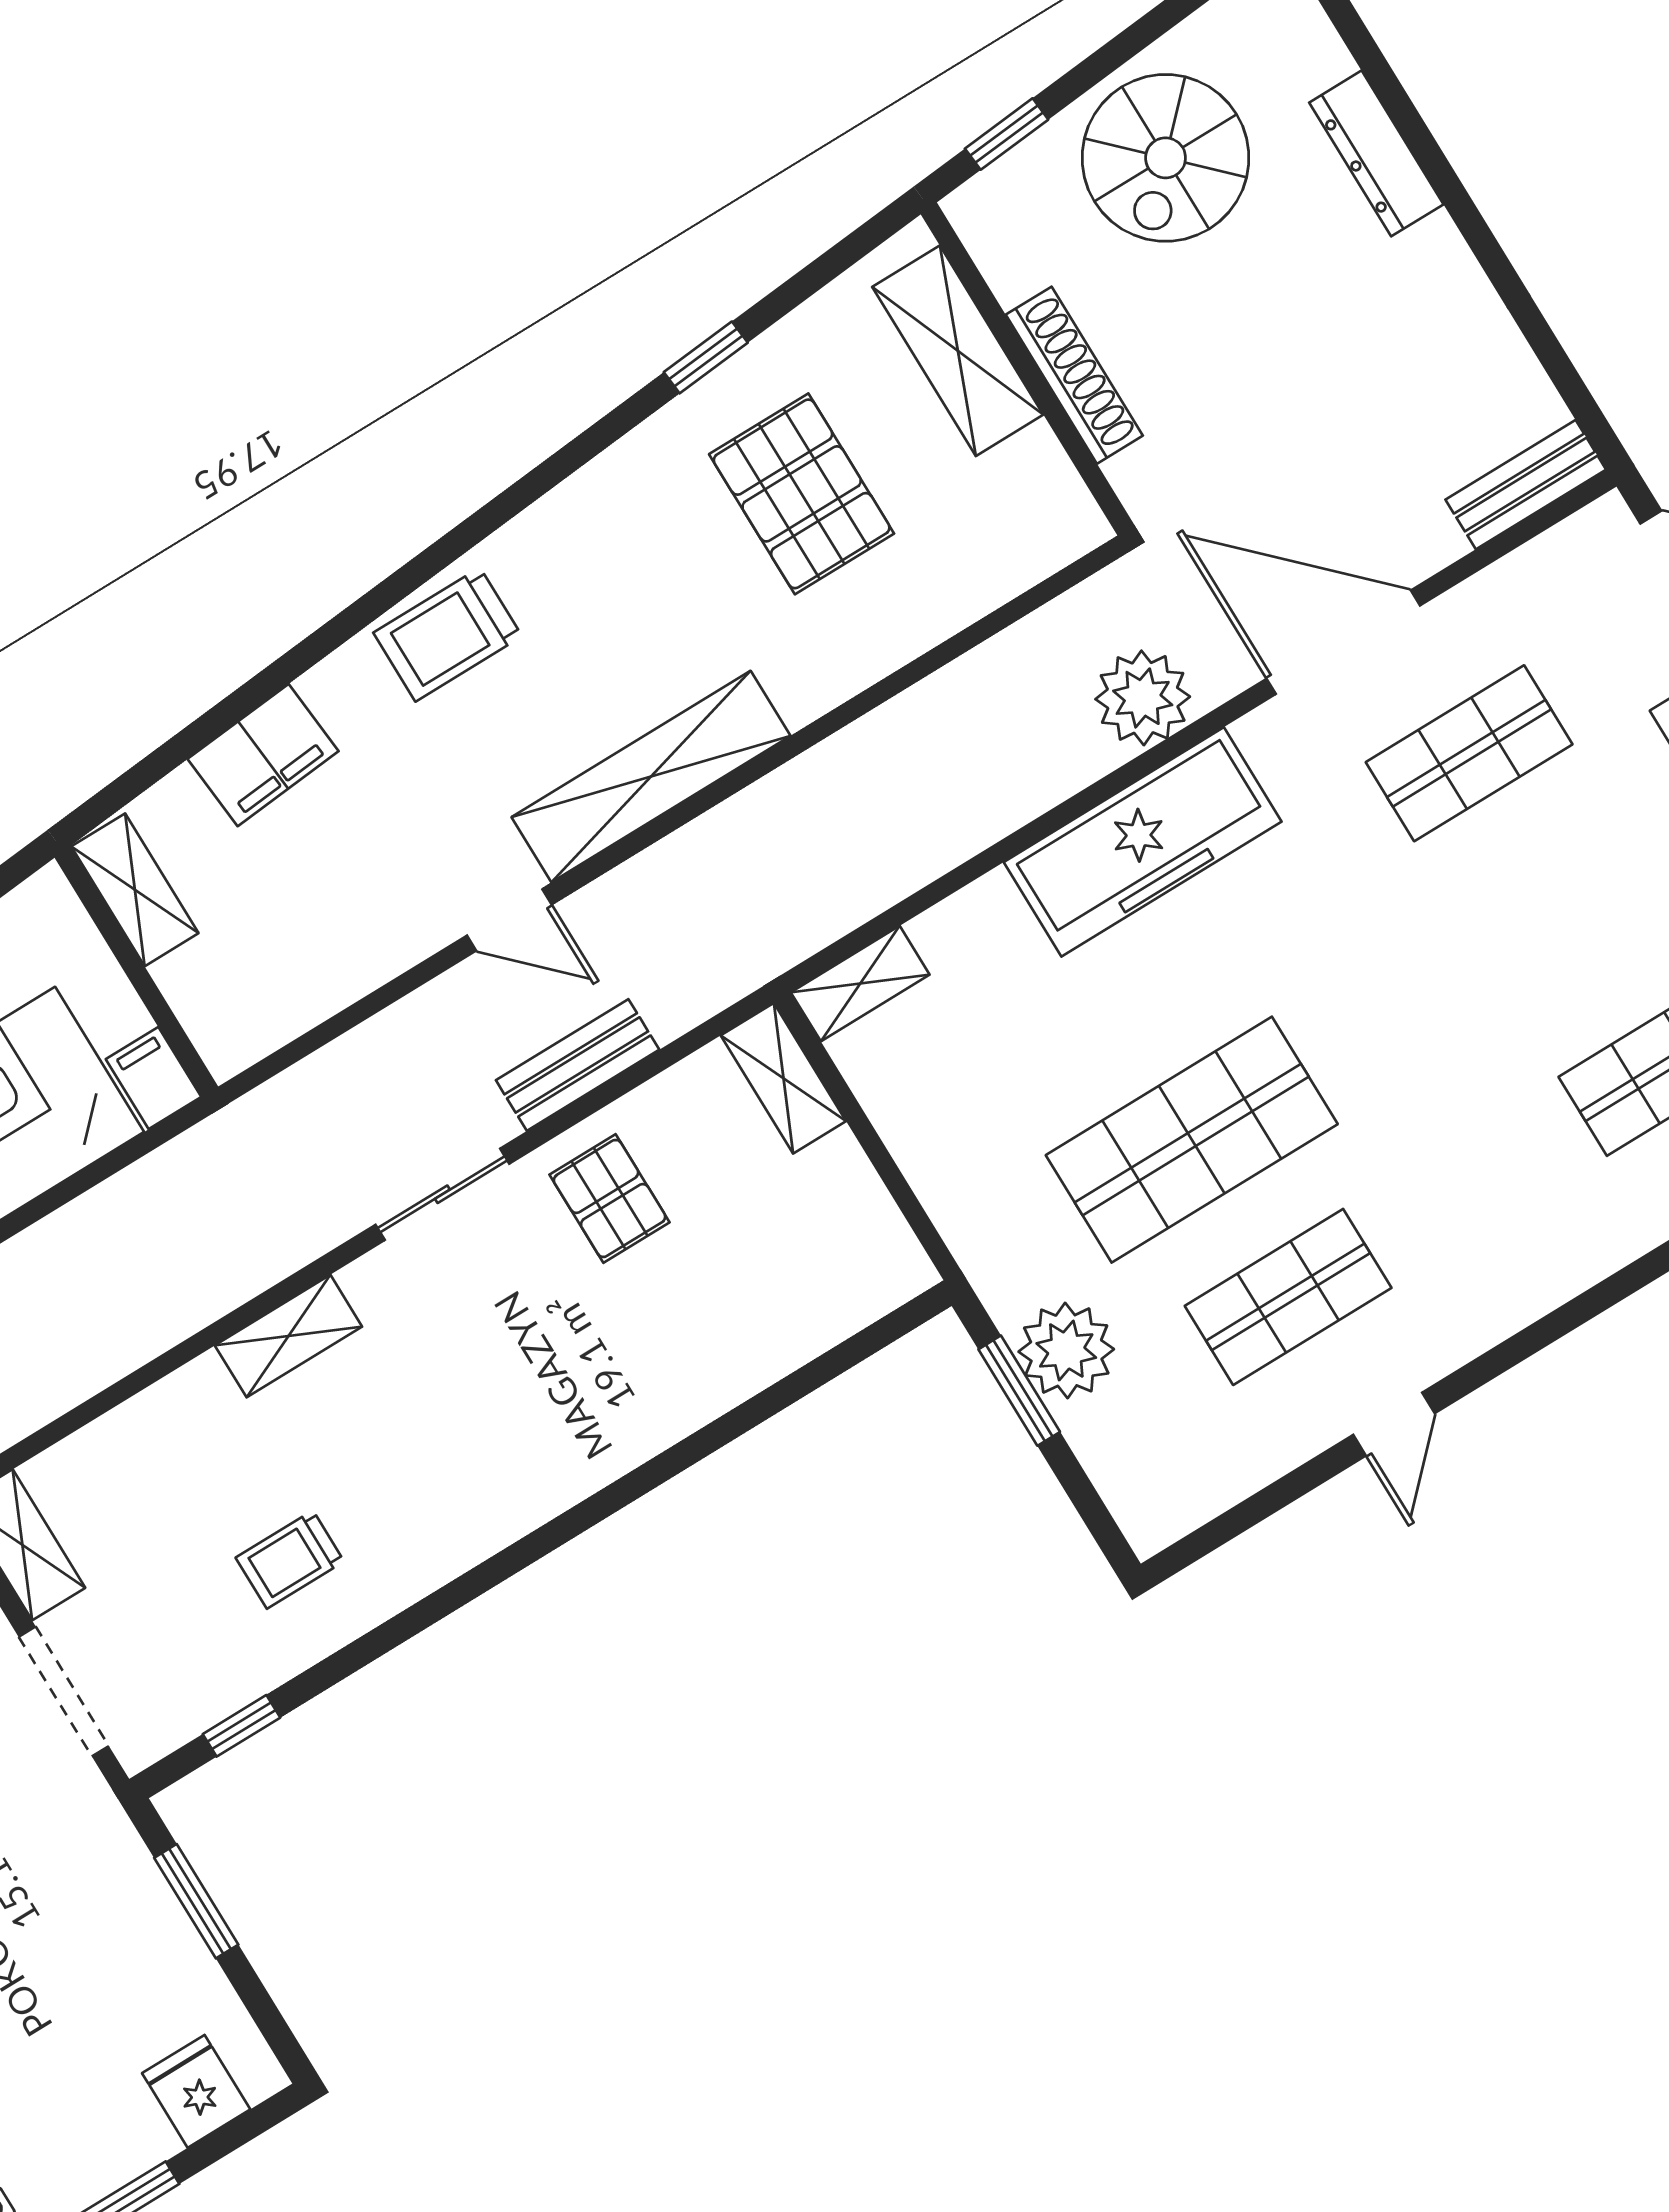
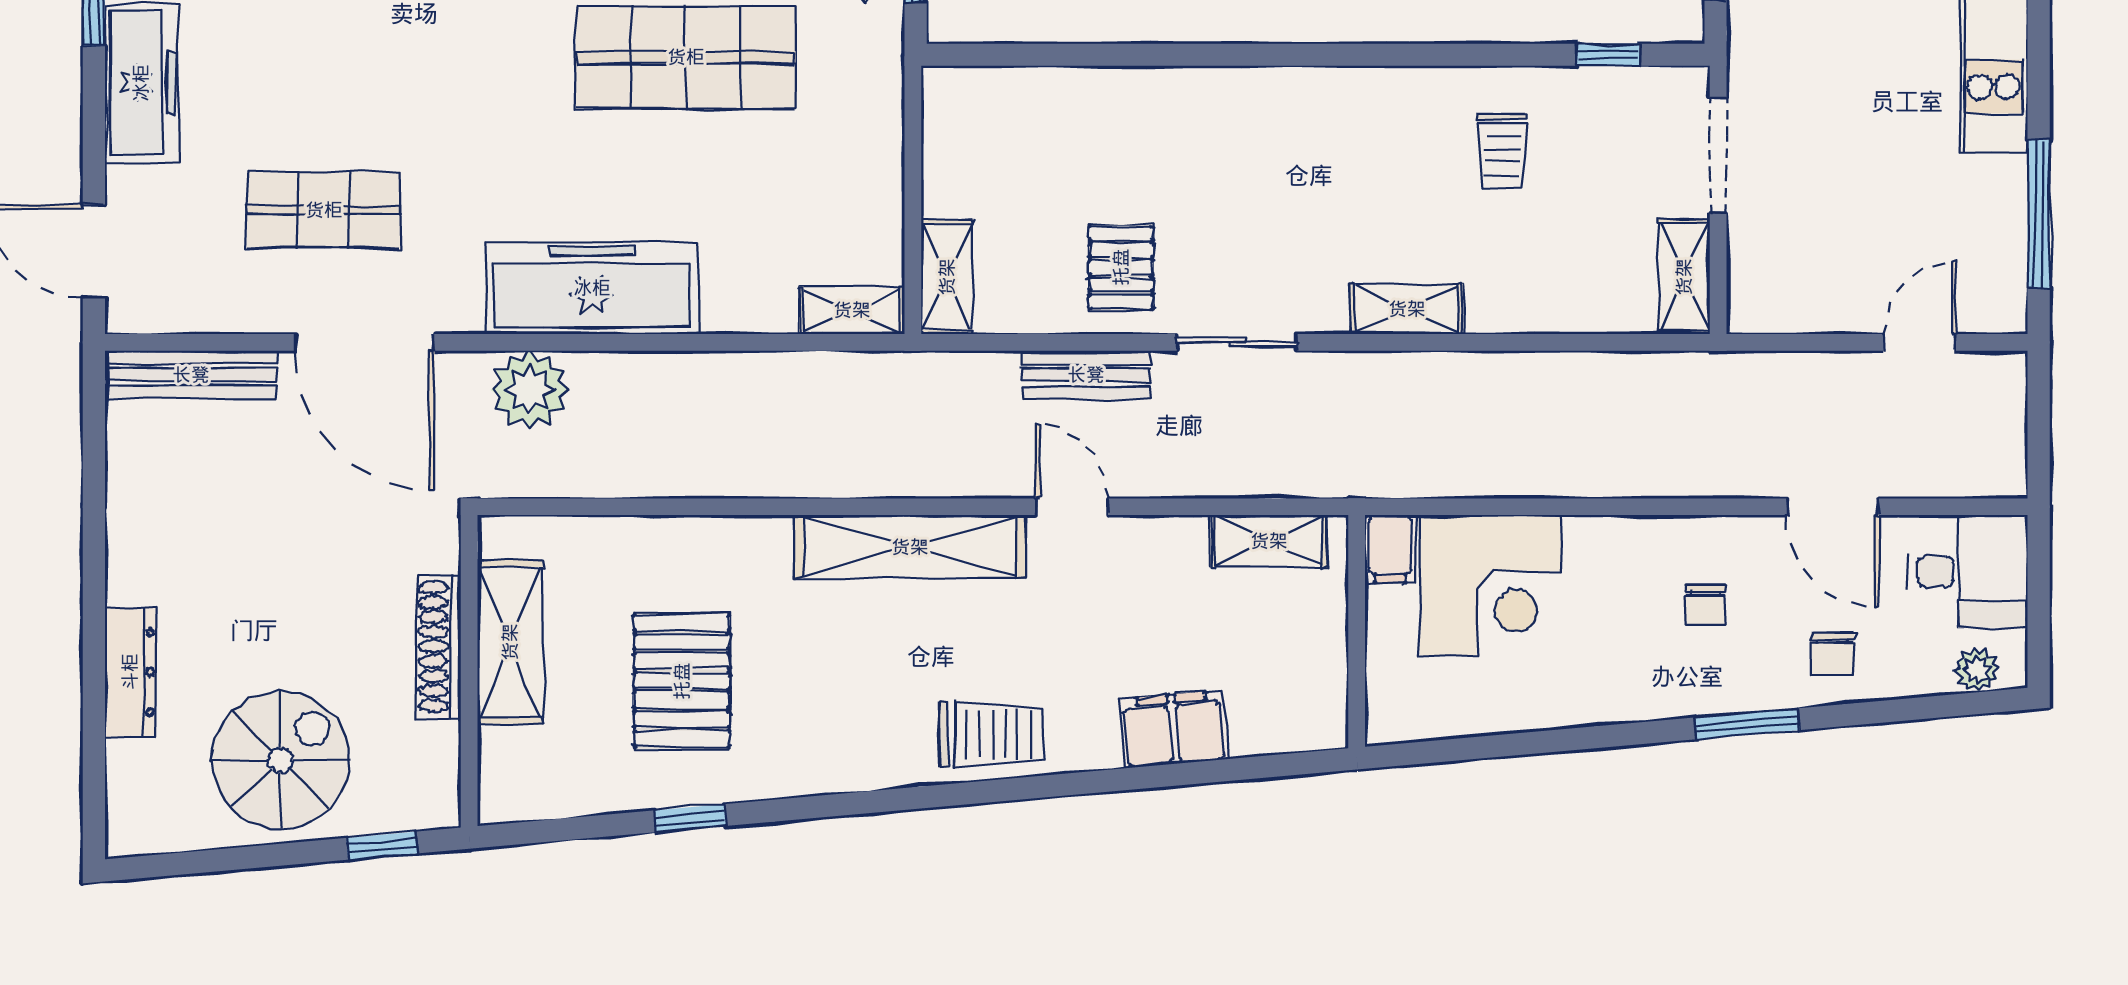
shelving: (958, 351) -> (510, 642), moved
bench: (1526, 485) -> (191, 375), width x1.36
shelving: (135, 890) -> (1269, 541), moved, turned 90
trolley: (290, 1560) -> (1502, 151), turned 90

